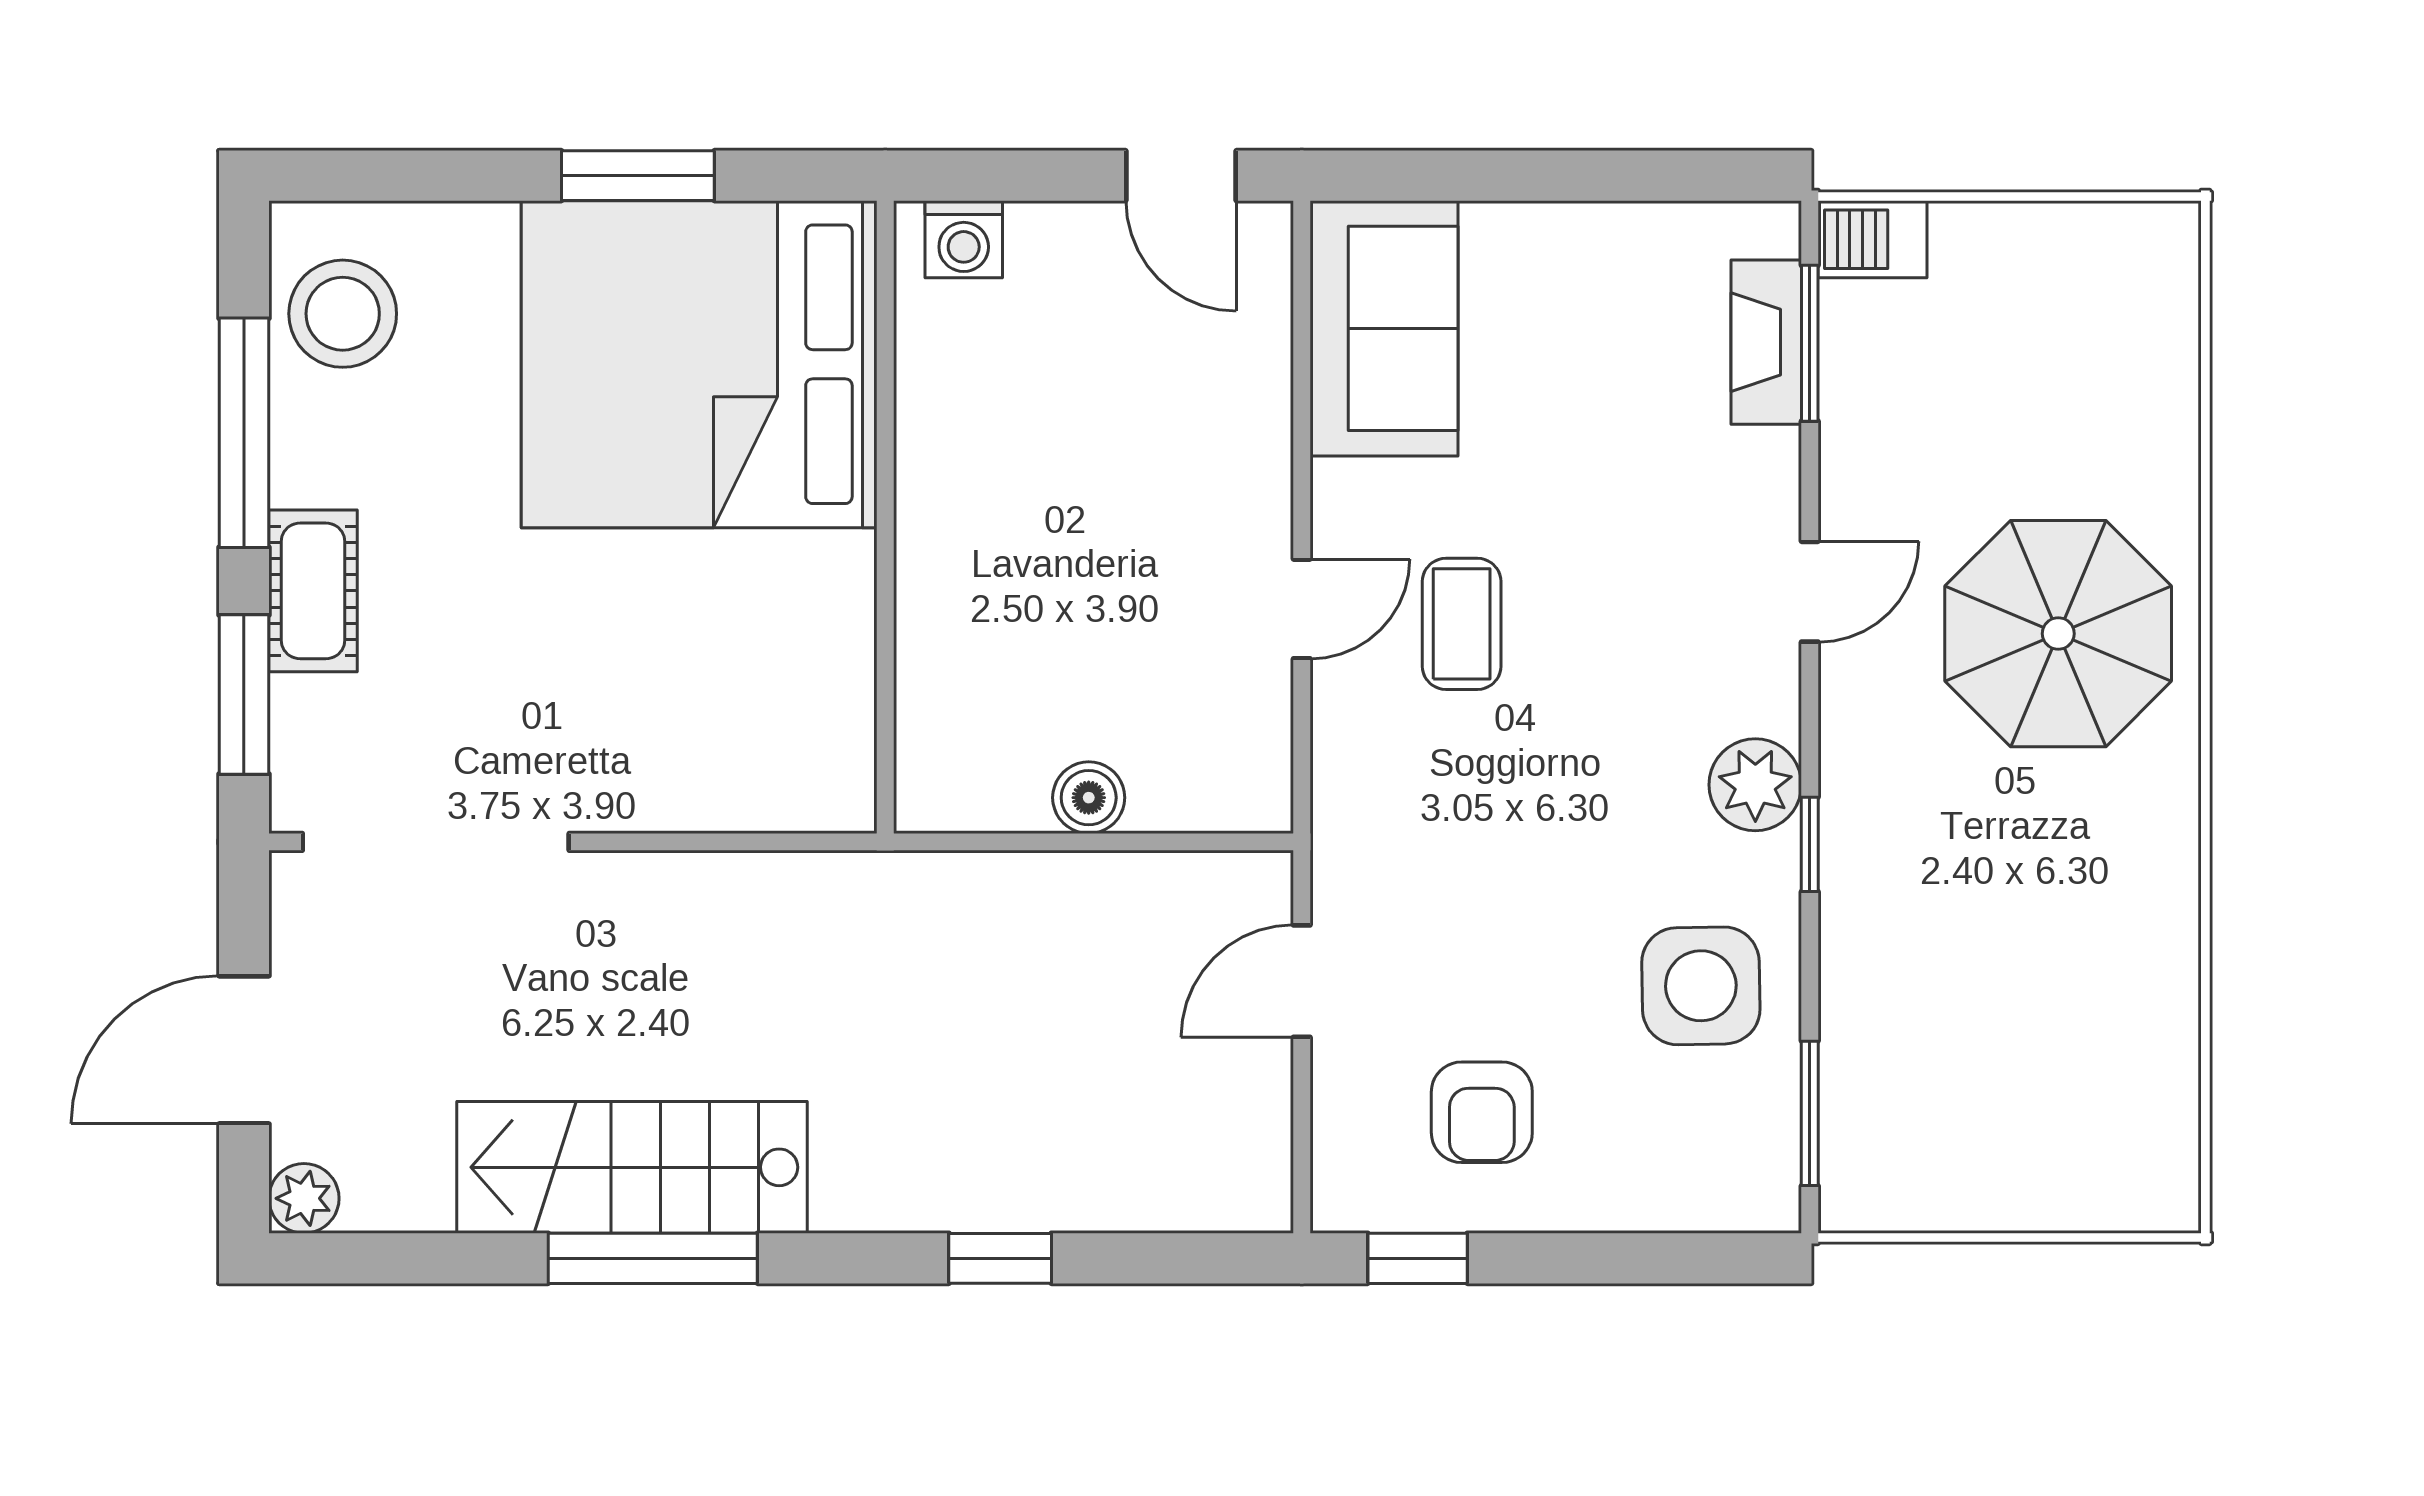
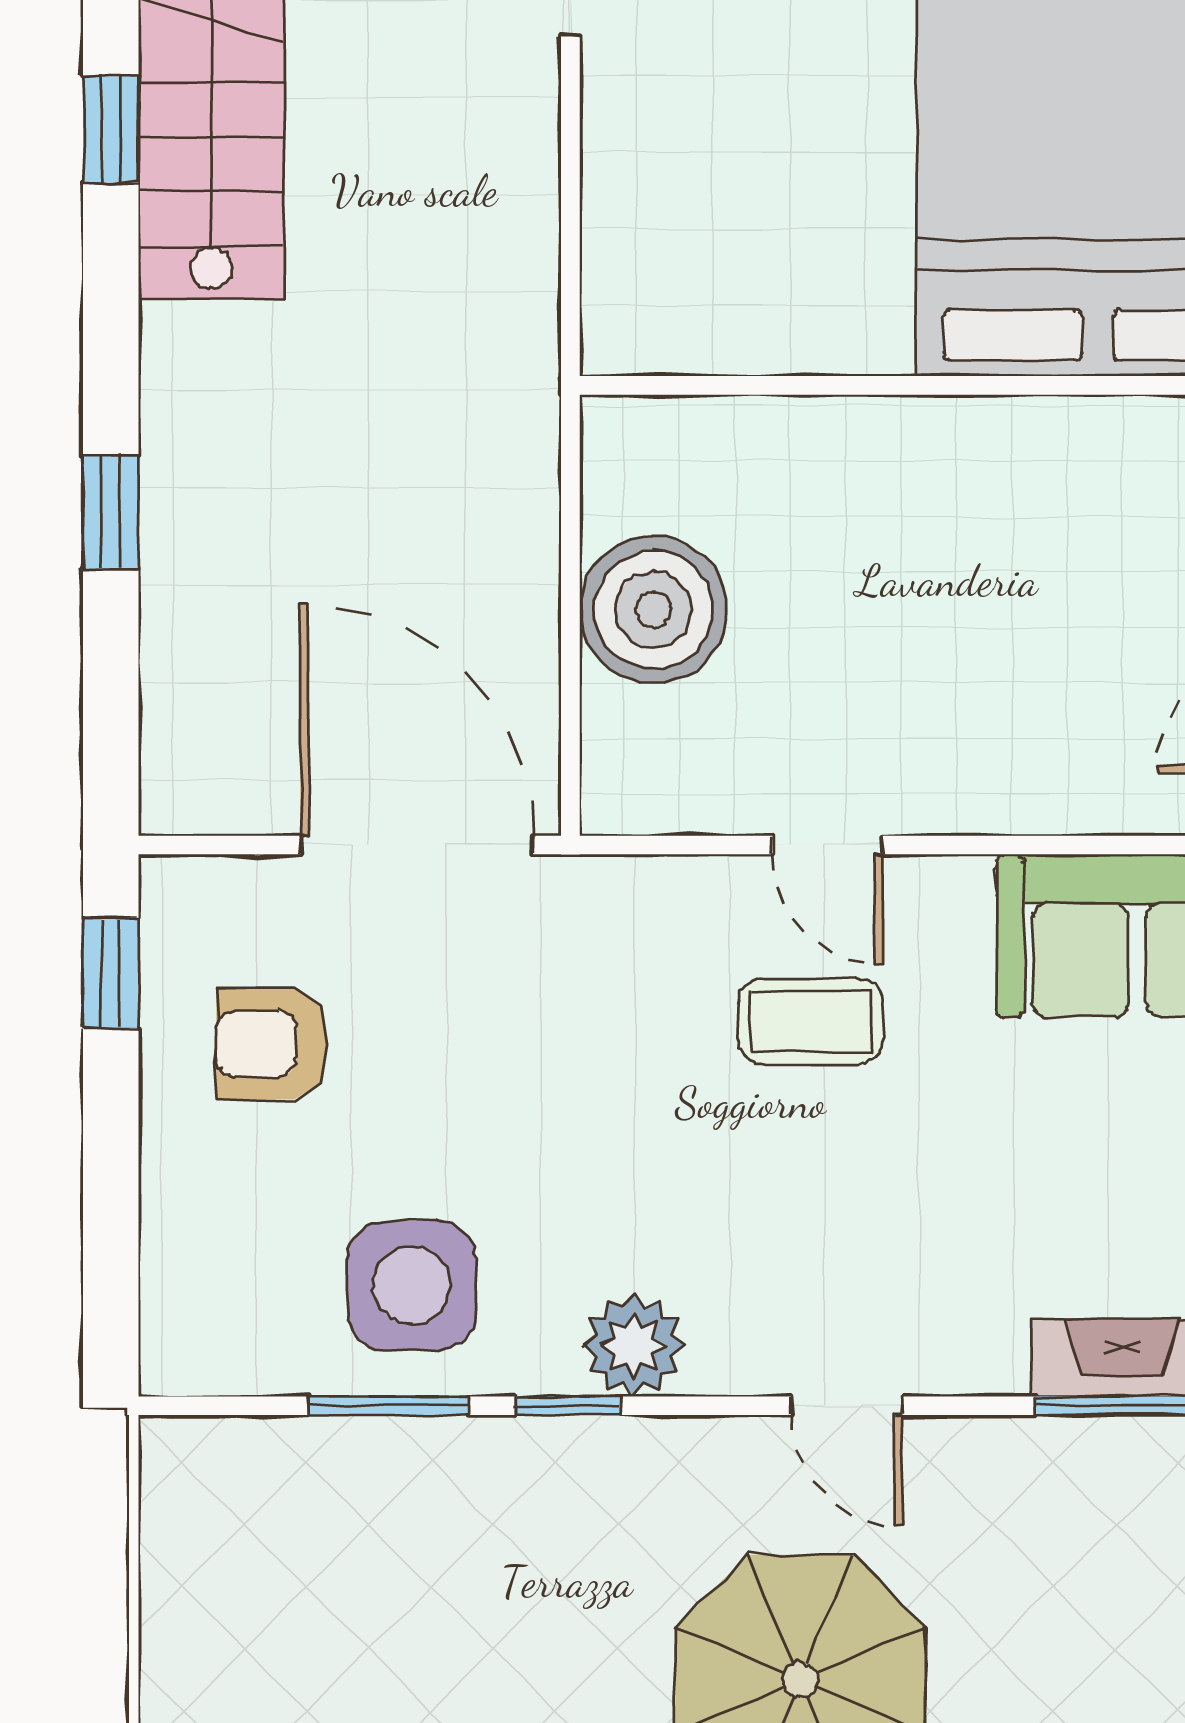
boiler: (1089, 798) -> (654, 610), width x1.86, depth x1.86
door: (1302, 981) -> (417, 845), width x1.87
window: (1810, 1113) -> (388, 1406), moved
window: (653, 1258) -> (111, 129), width x0.46

